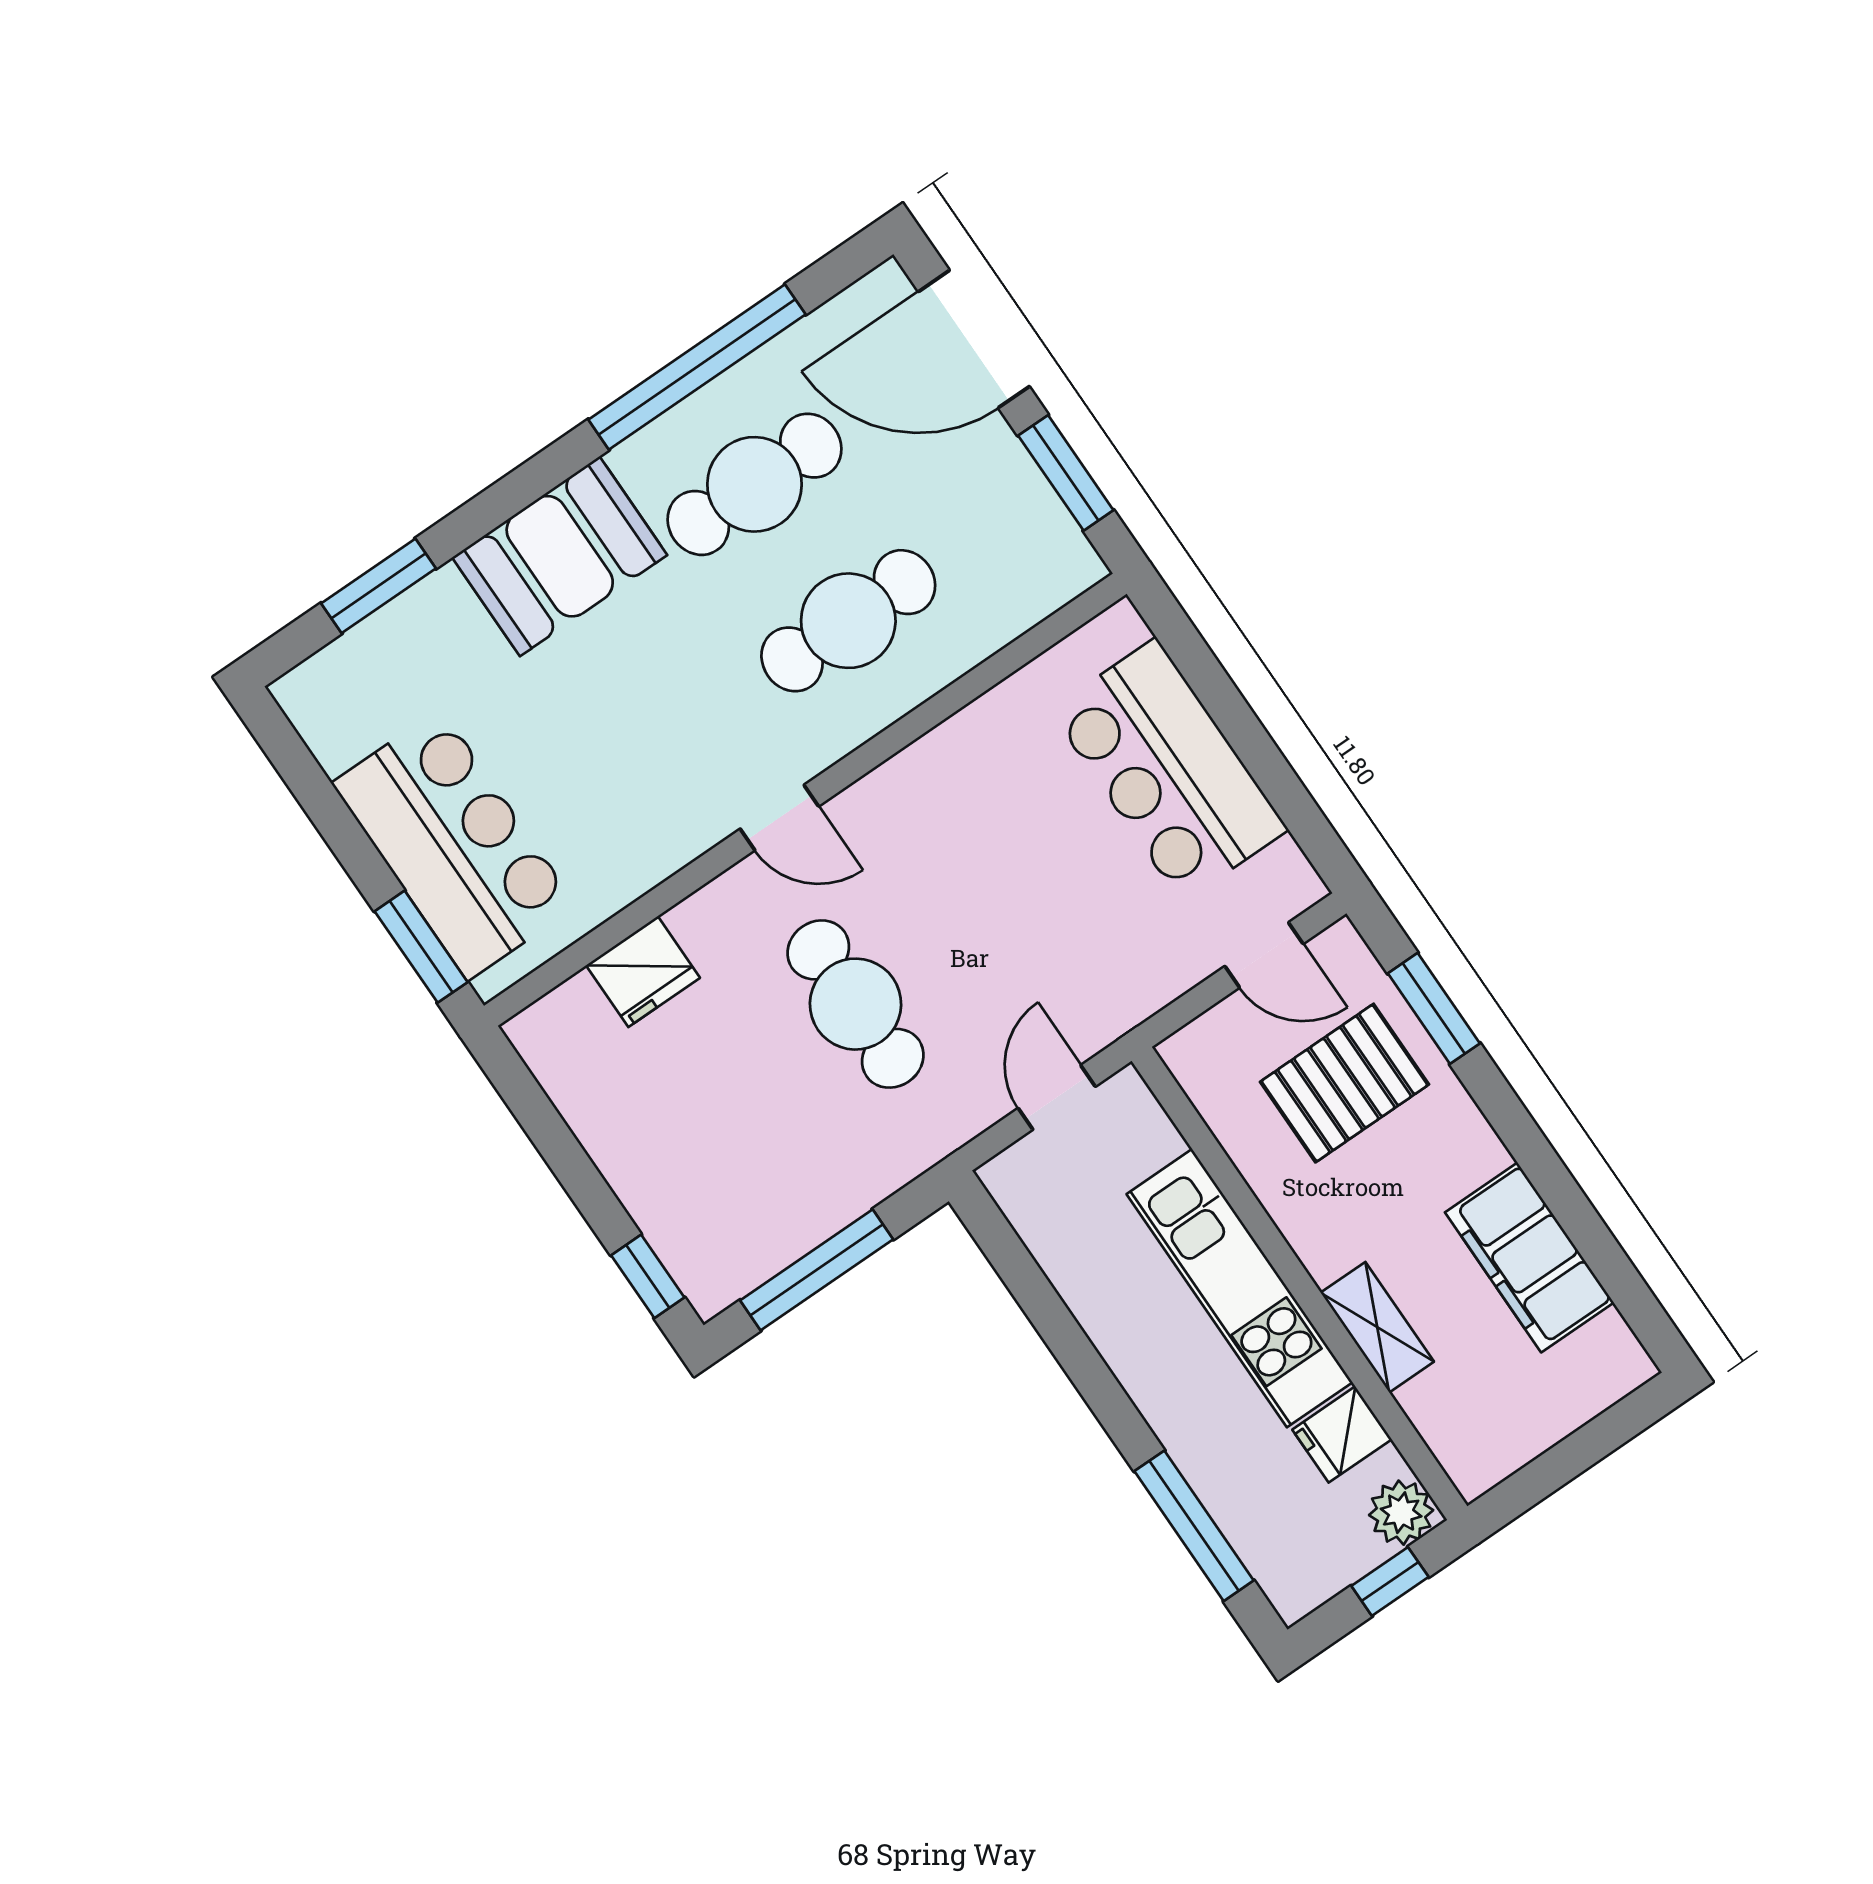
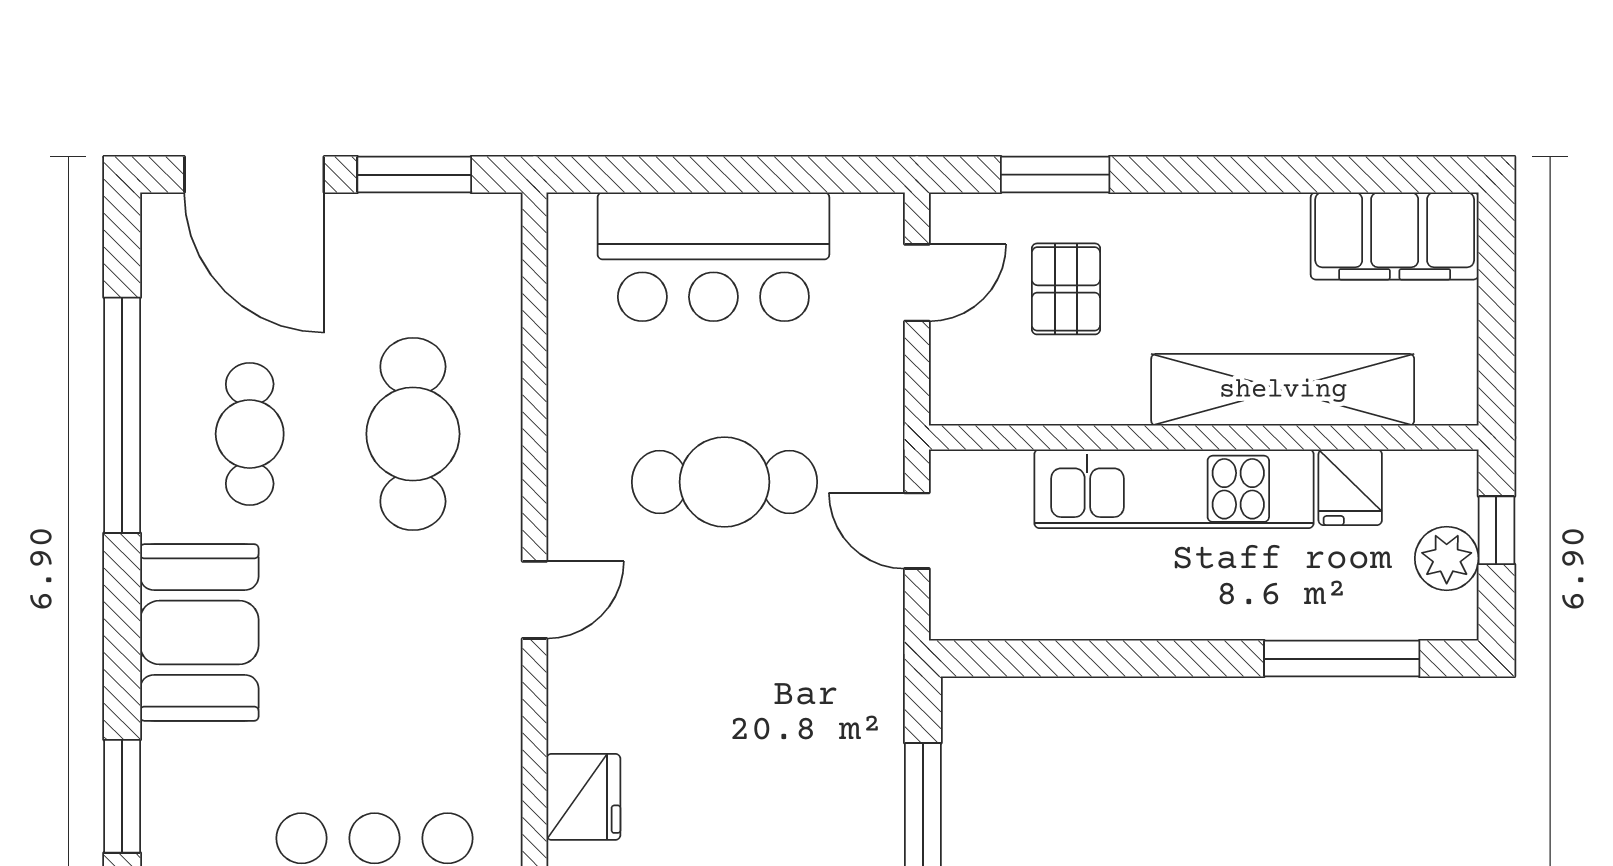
door: (974, 339) -> (254, 175), hinge flipped
cafe table: (755, 484) -> (250, 434), width x0.73, depth x0.74
cafe table: (856, 1004) -> (725, 482), moved
pallet: (1344, 1083) -> (1066, 289), width x0.67, depth x0.71
filing cabinet: (1529, 1257) -> (1395, 236), moved
shelving: (1377, 1327) -> (1283, 390), width x2.20, depth x1.33
plant: (1401, 1513) -> (1447, 558), moved

